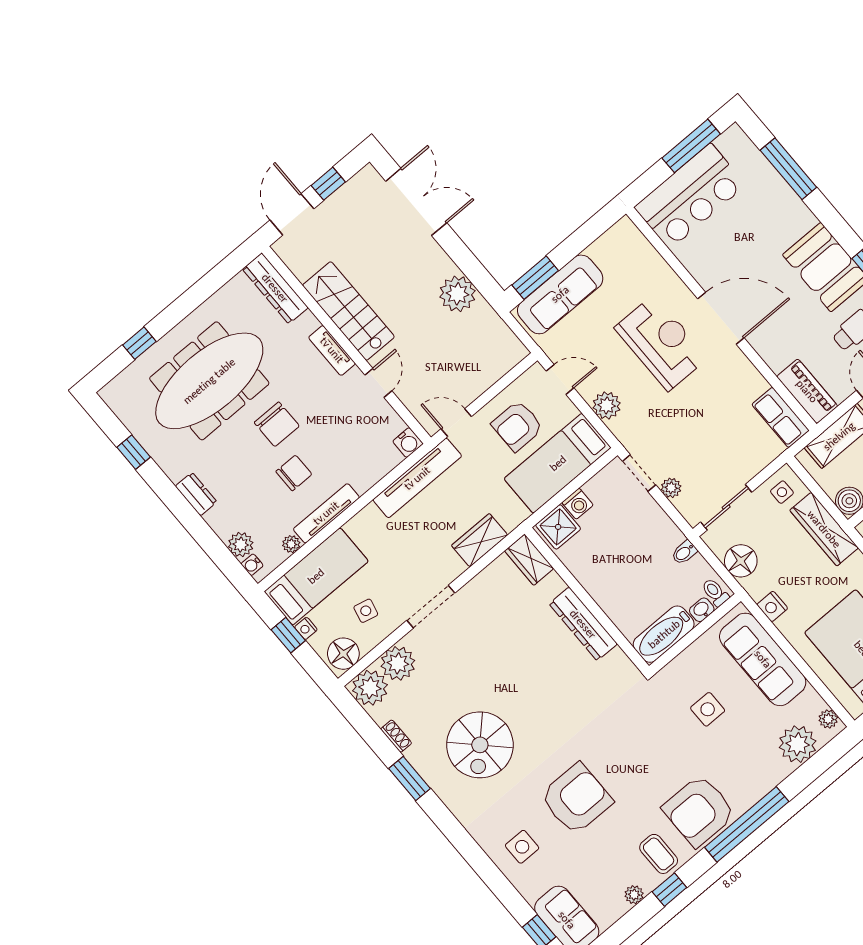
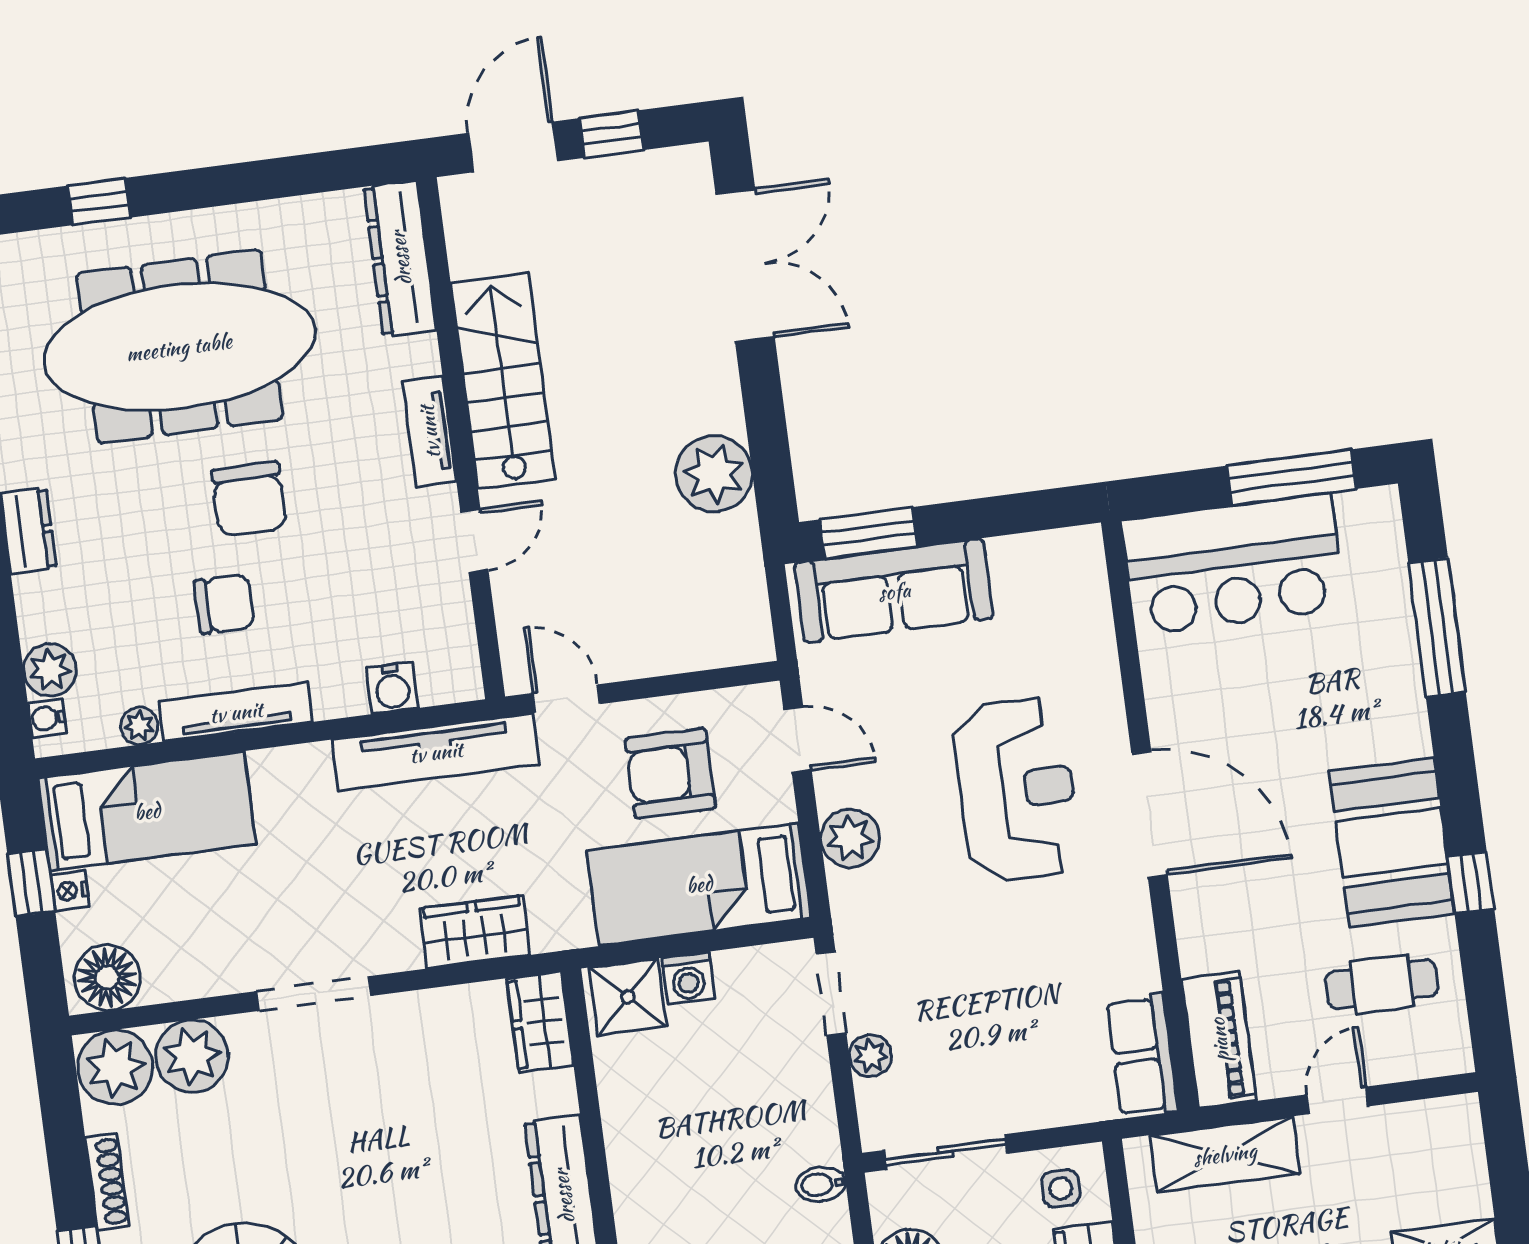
water cooler: (408, 443) -> (392, 688), moved
side table: (366, 611) -> (195, 927), removed
shoe rack: (396, 736) -> (107, 1182), width x1.43

